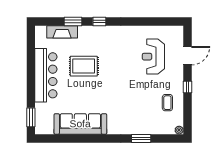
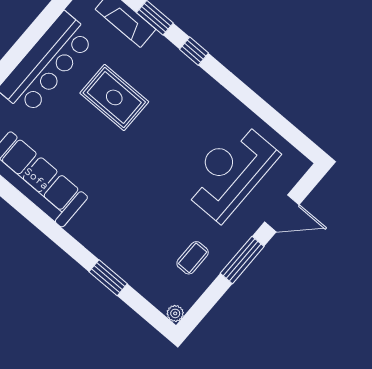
reception desk: (153, 57) -> (230, 172), width x1.36, depth x1.30
window: (187, 87) -> (242, 260), width x2.17

